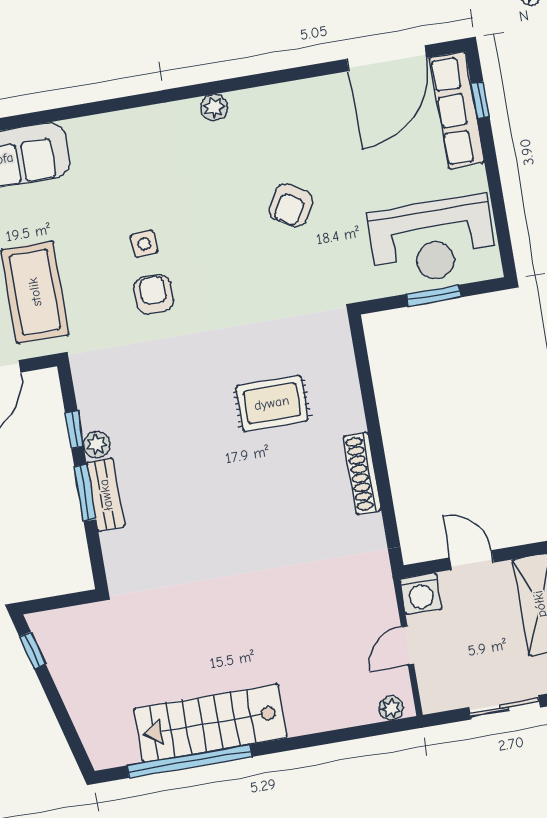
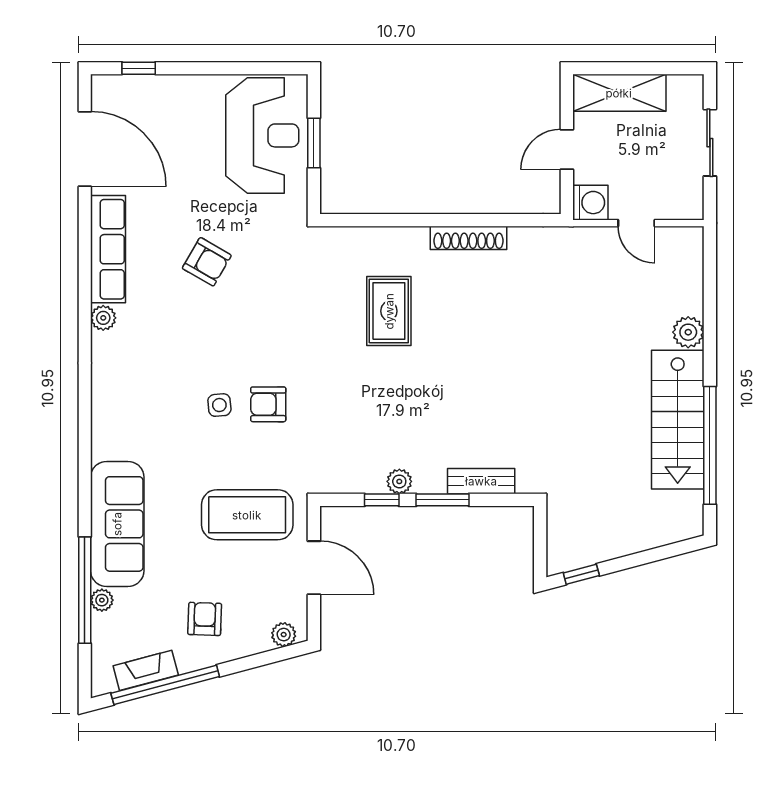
row of seats: (457, 110) -> (108, 249), moved, turned -90
bench: (106, 495) -> (481, 481), moved
plant: (391, 708) -> (688, 332), moved, width x1.38, depth x1.38

